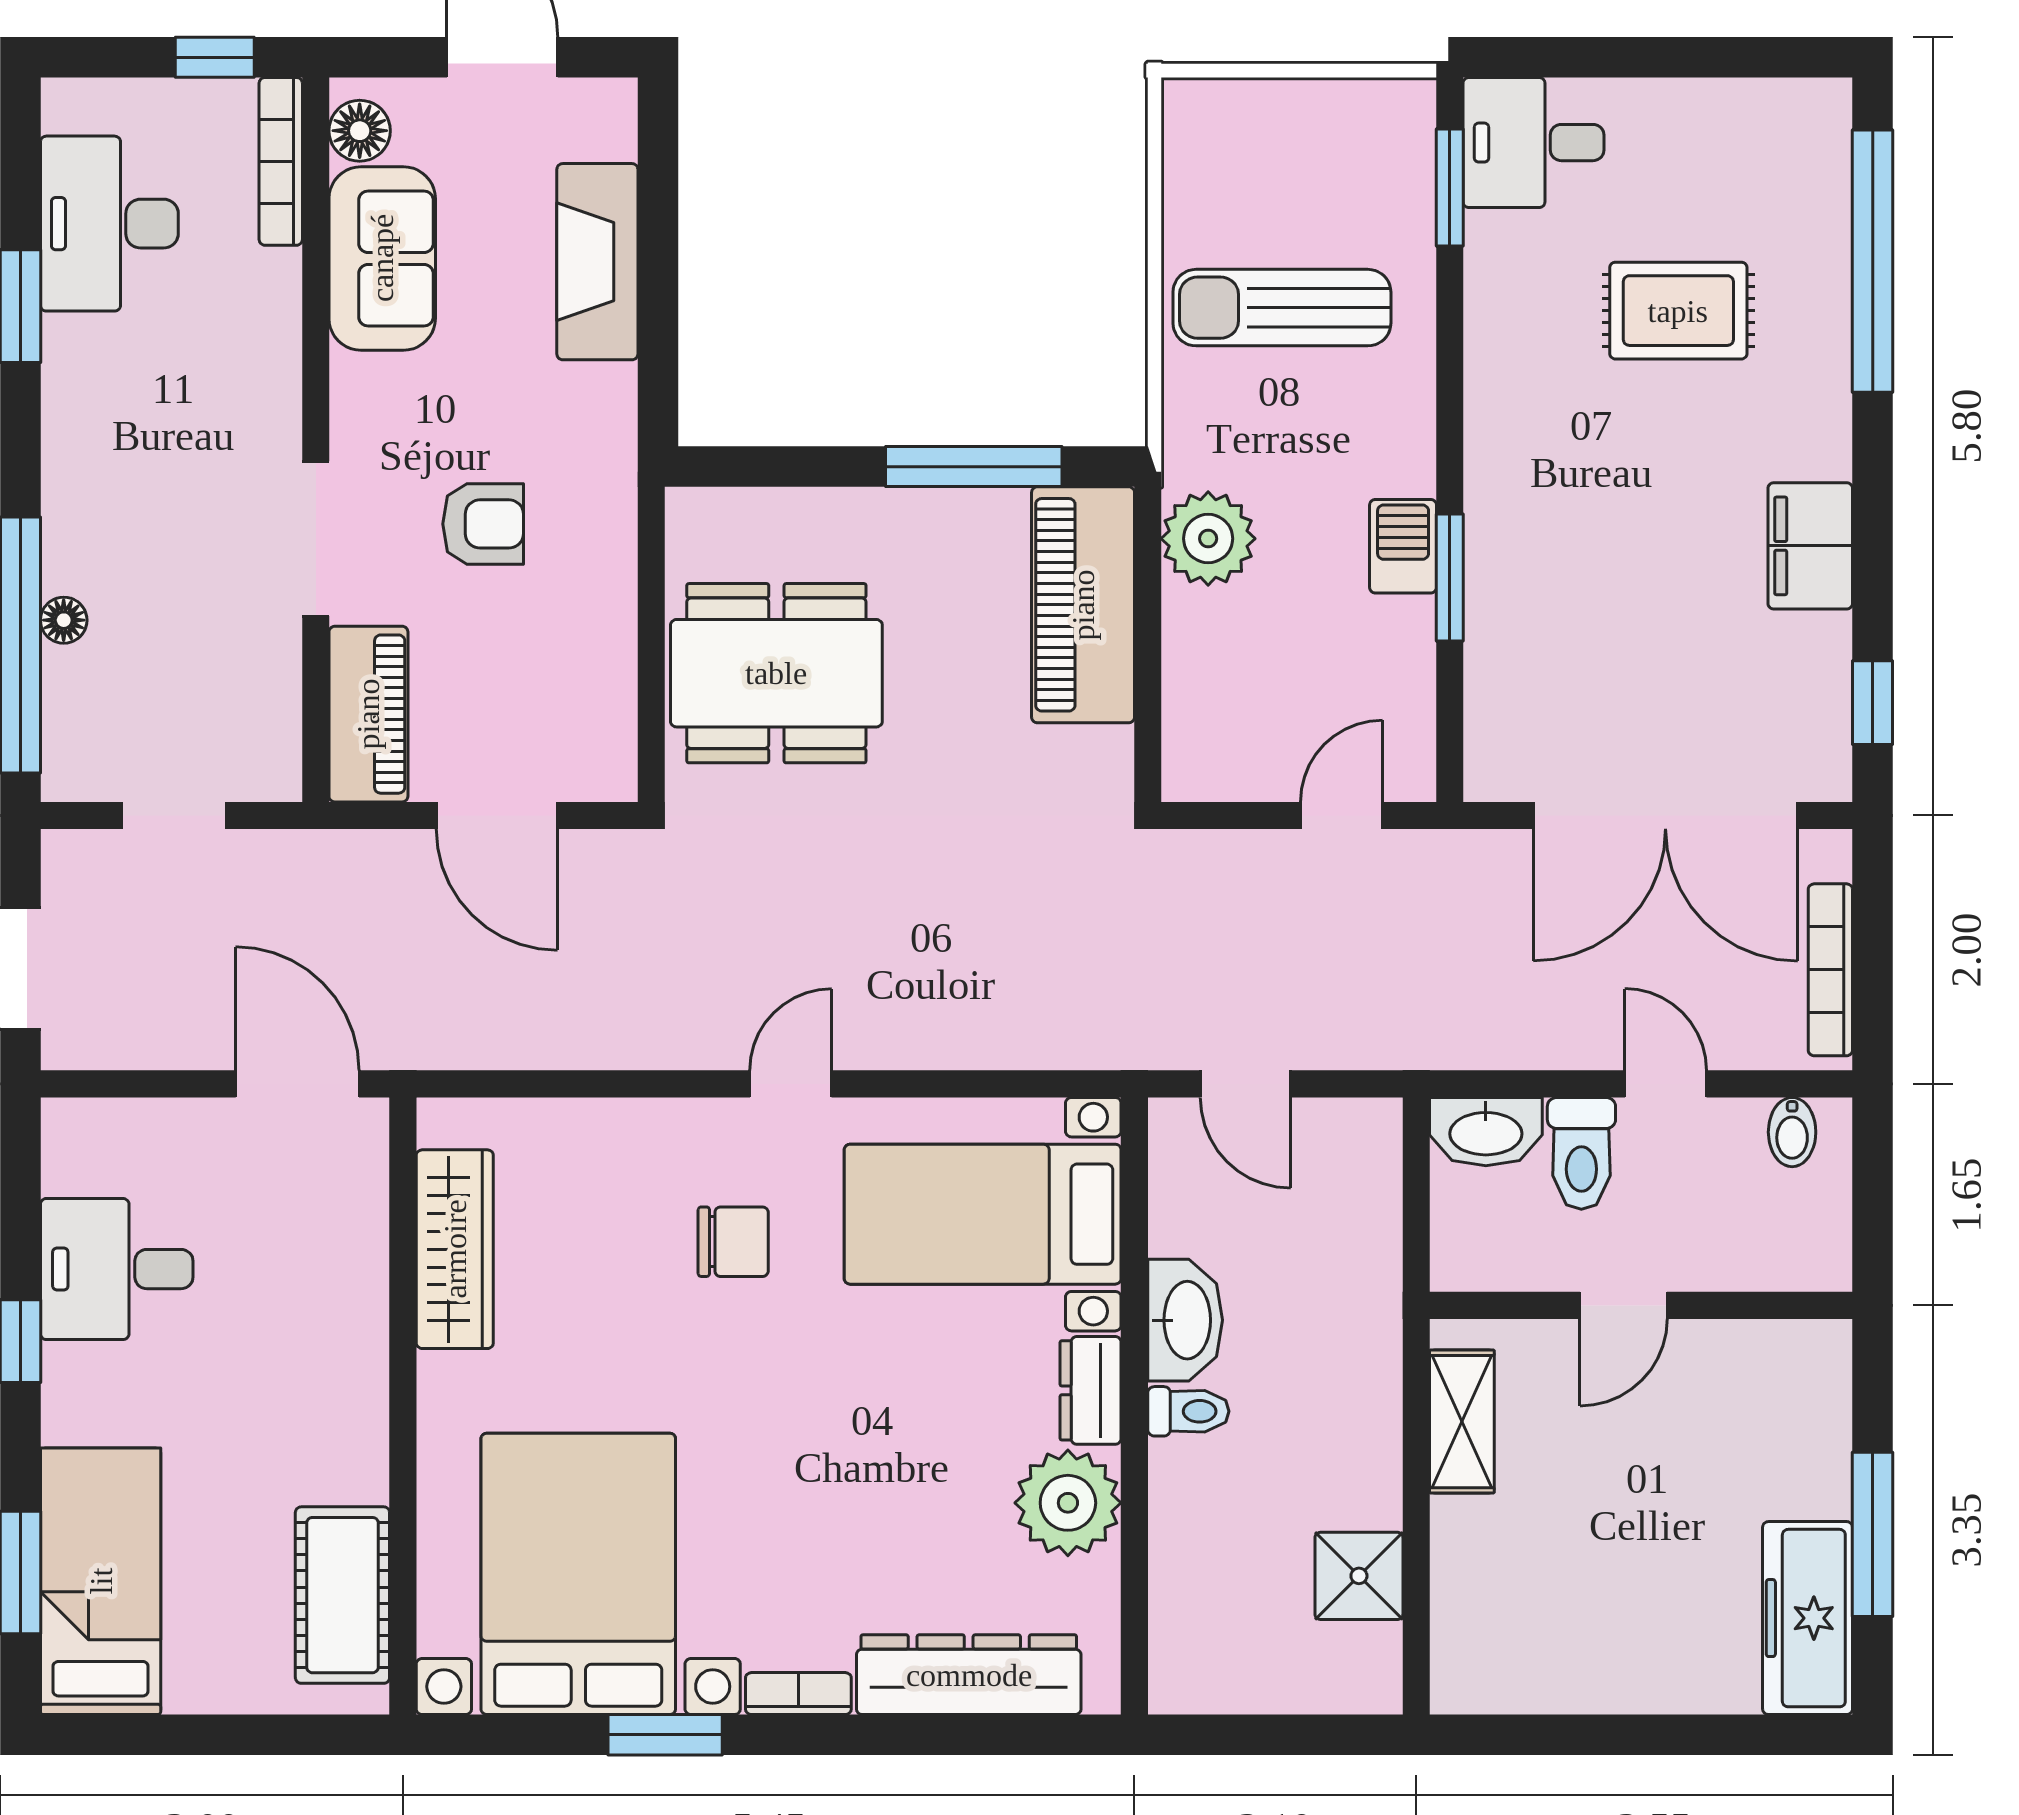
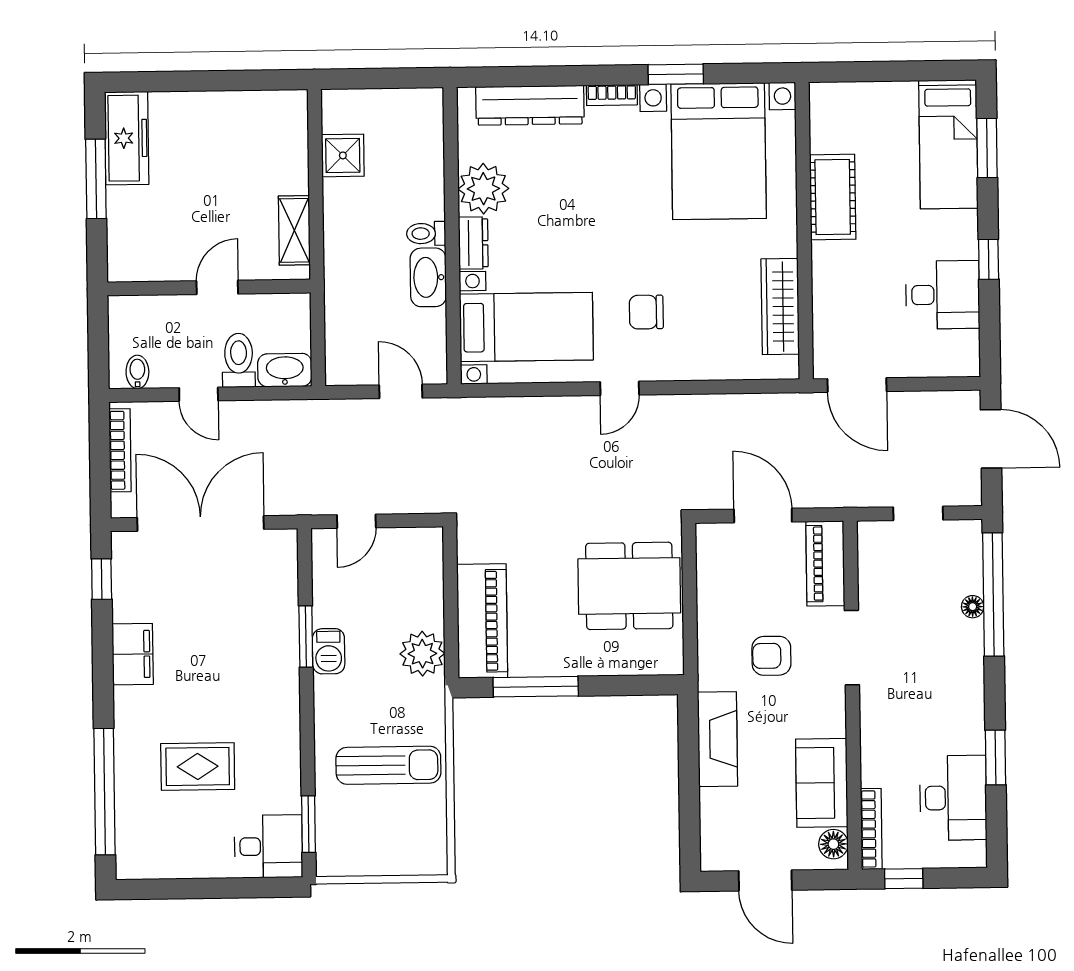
fireplace: (597, 262) -> (718, 739), moved
cot: (342, 1595) -> (833, 197), moved

